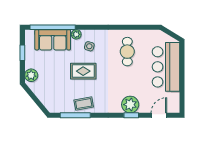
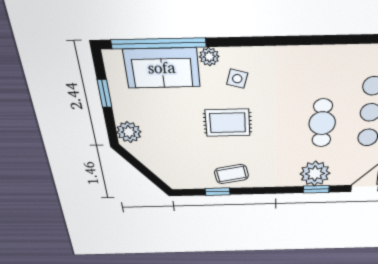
cafe table: (127, 52) -> (322, 123), moved
window: (75, 115) -> (218, 192), width x0.46

